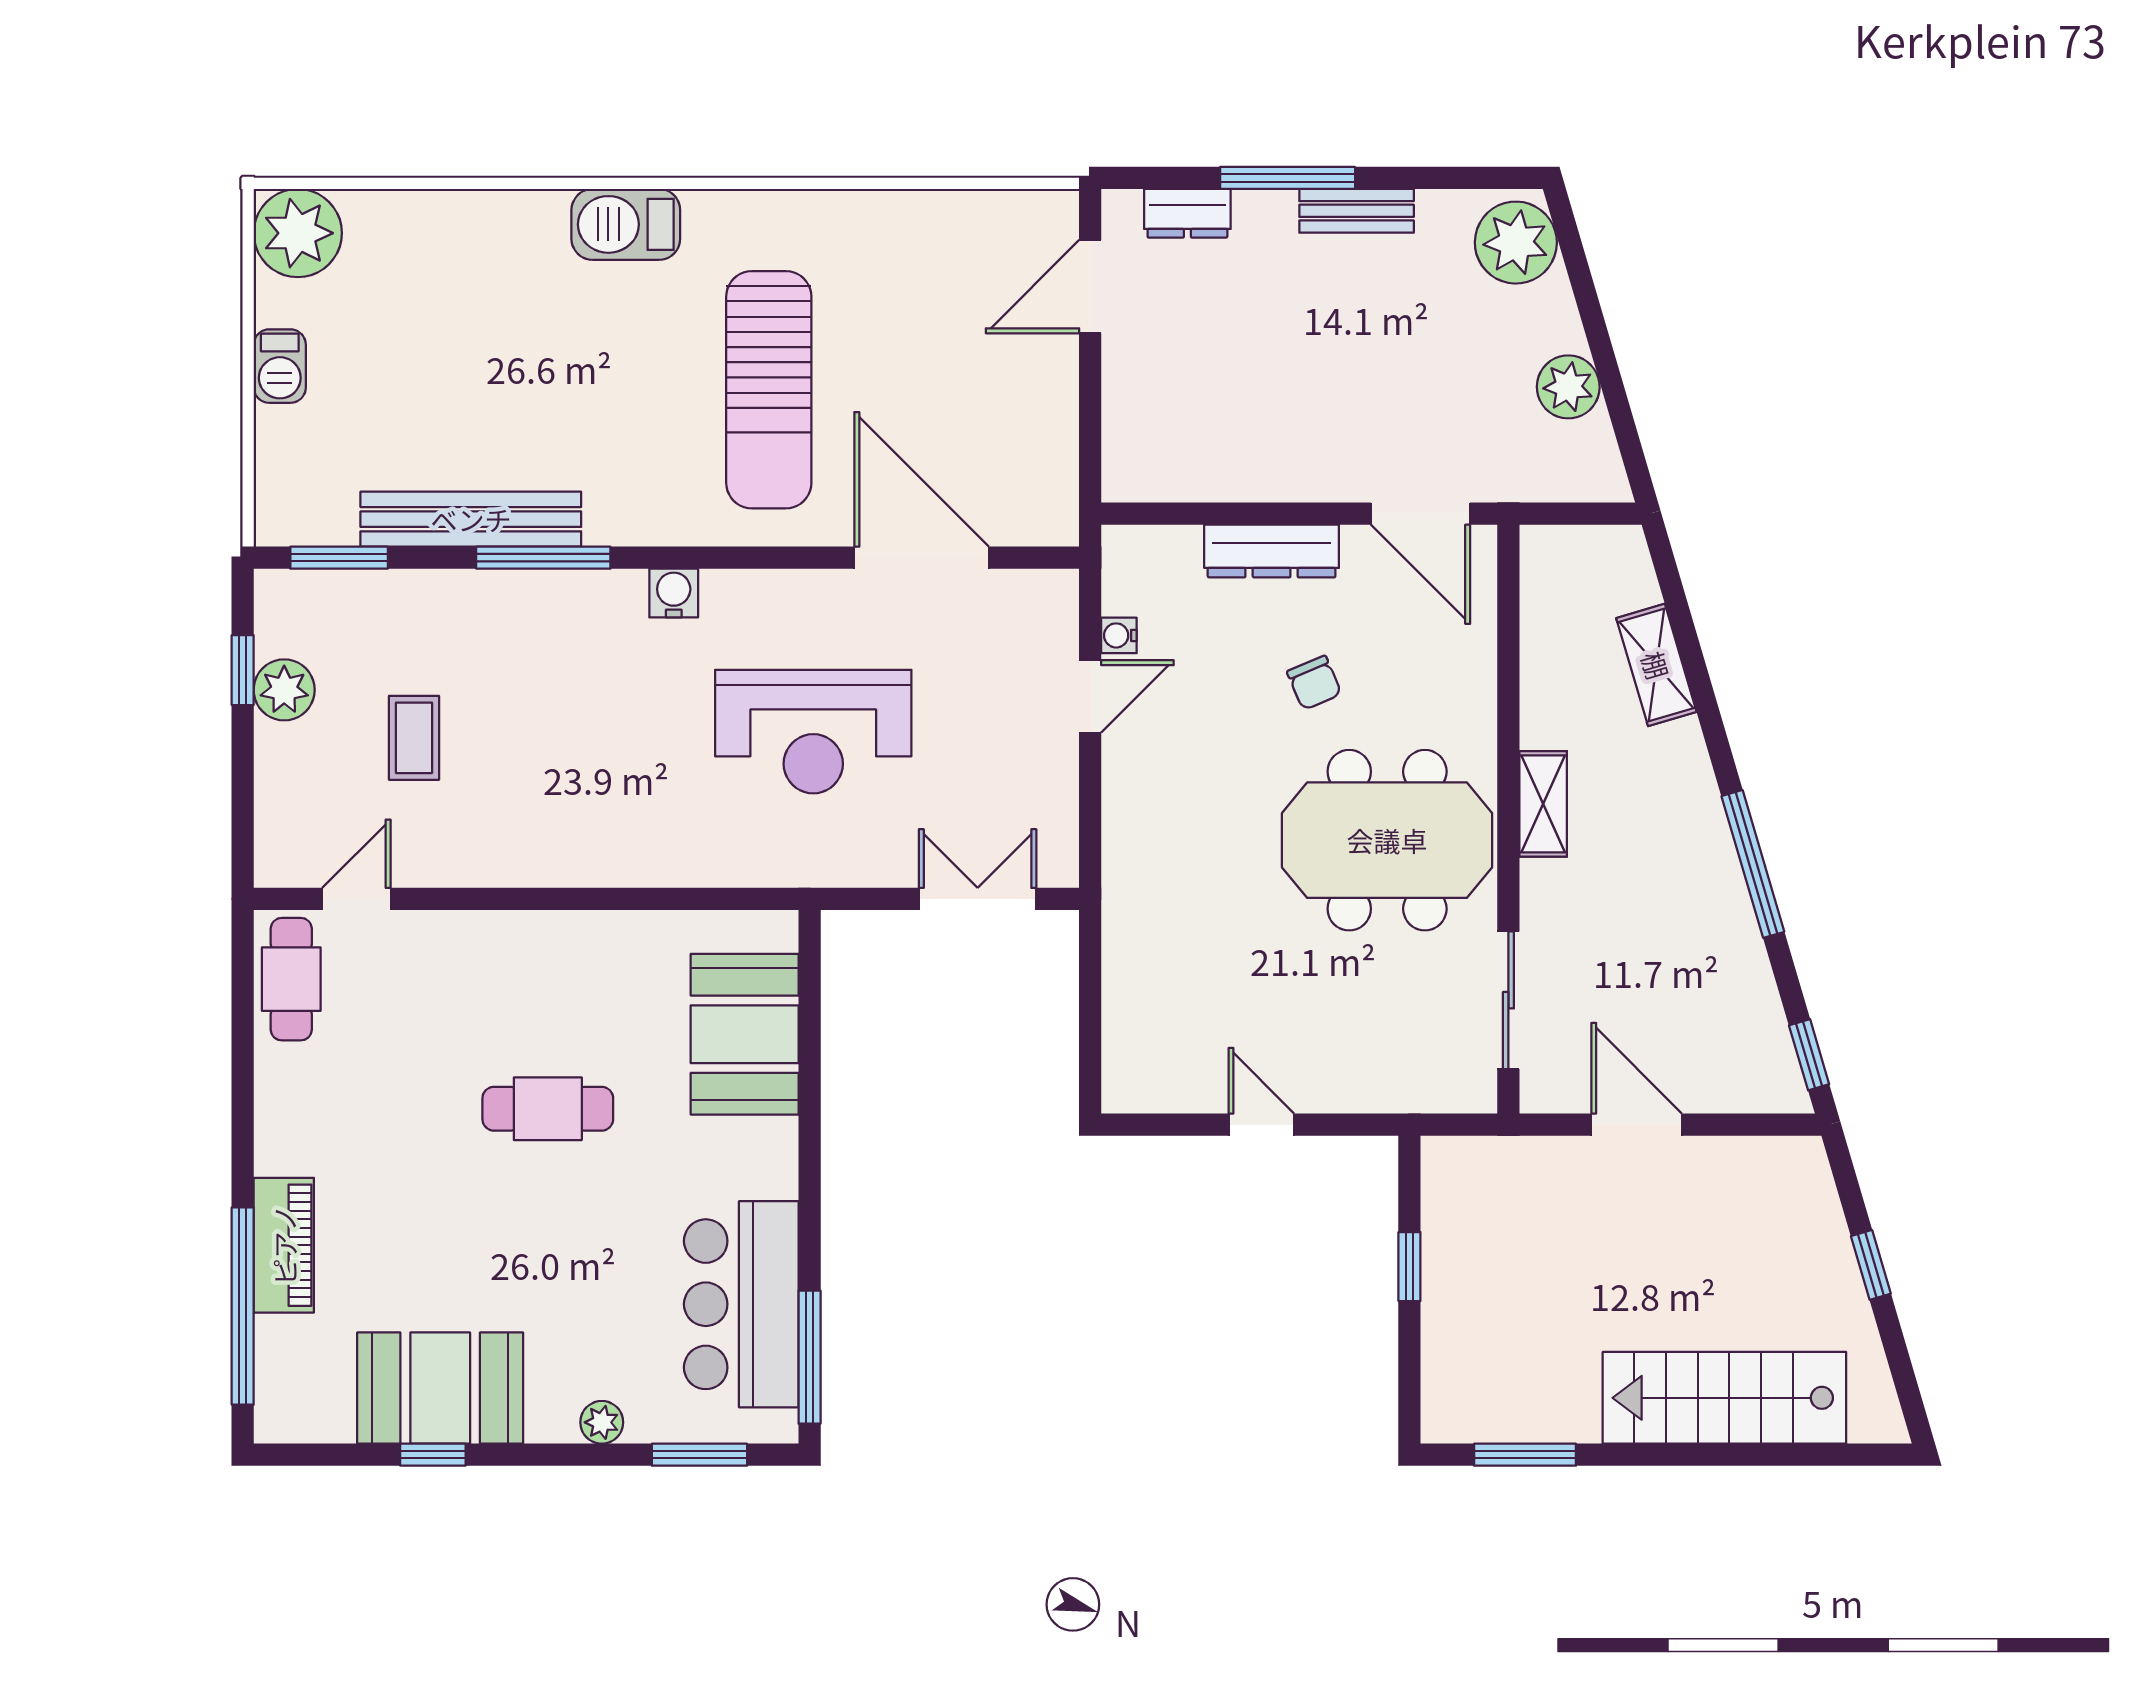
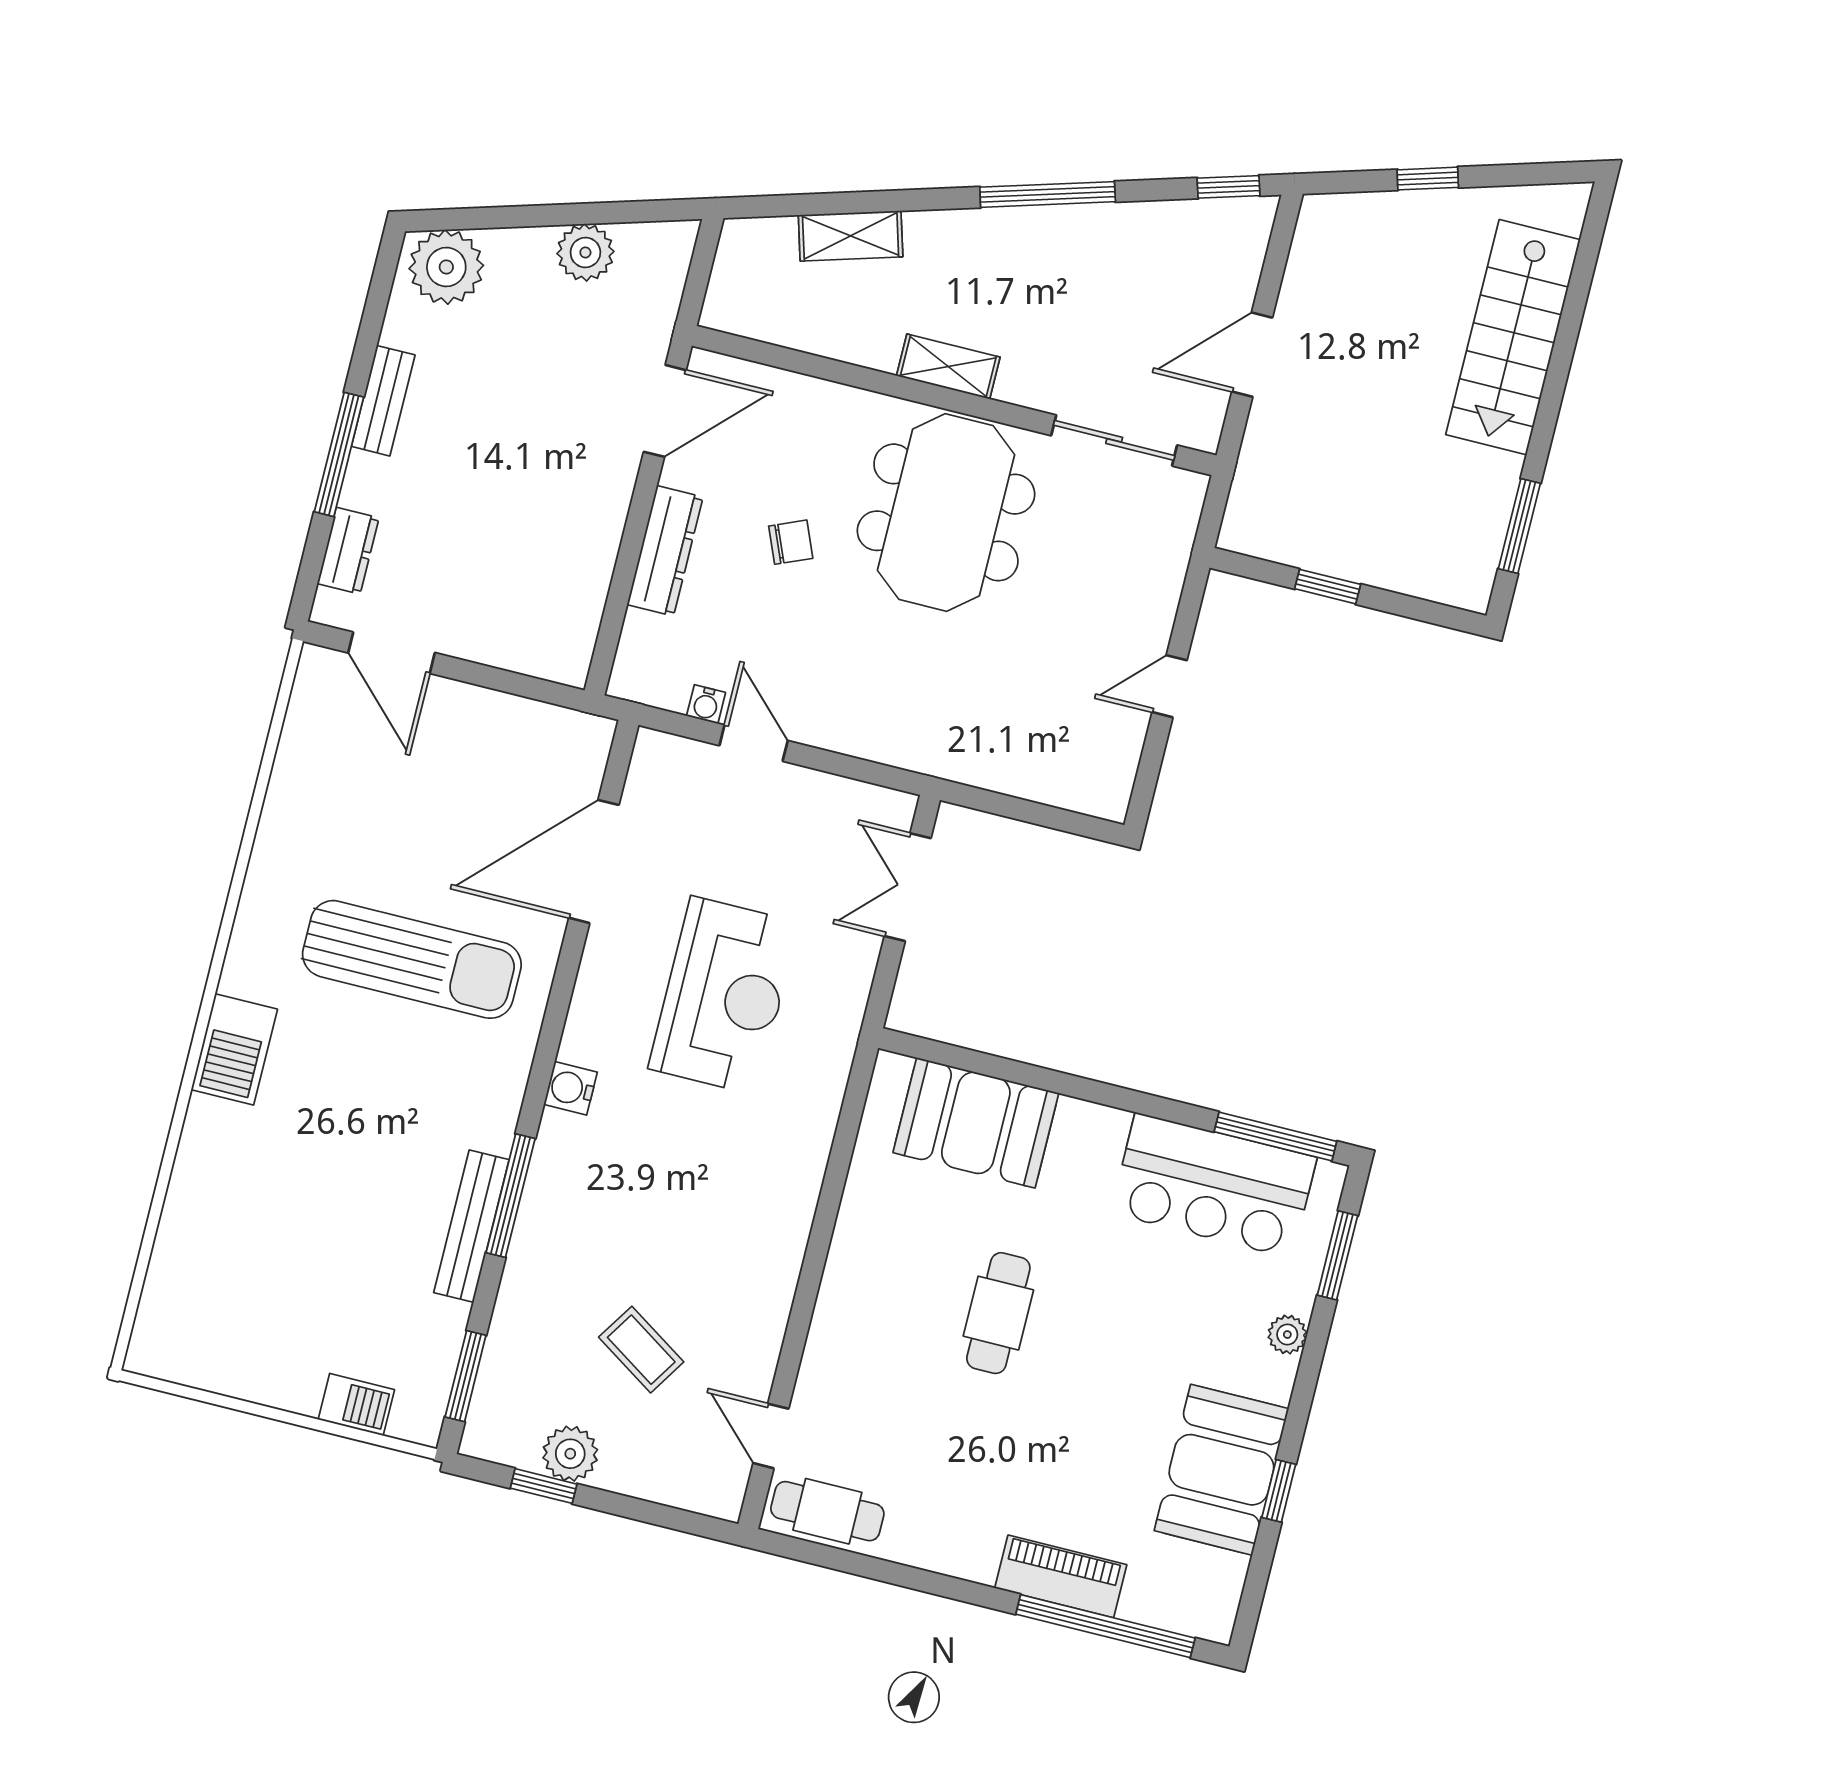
plant: (298, 233) -> (170, 1341), removed
barbecue: (280, 366) -> (356, 1404), moved
bench: (471, 519) -> (471, 1226), width x0.73, depth x0.82
coffee table: (414, 738) -> (641, 1350), turned 33

